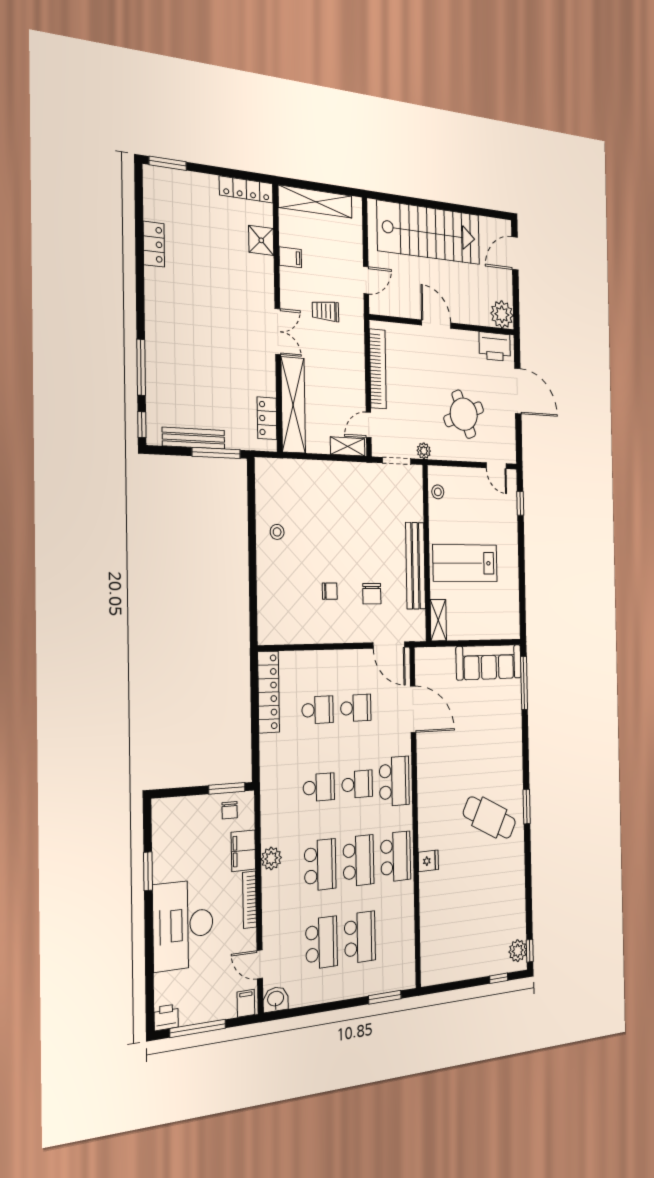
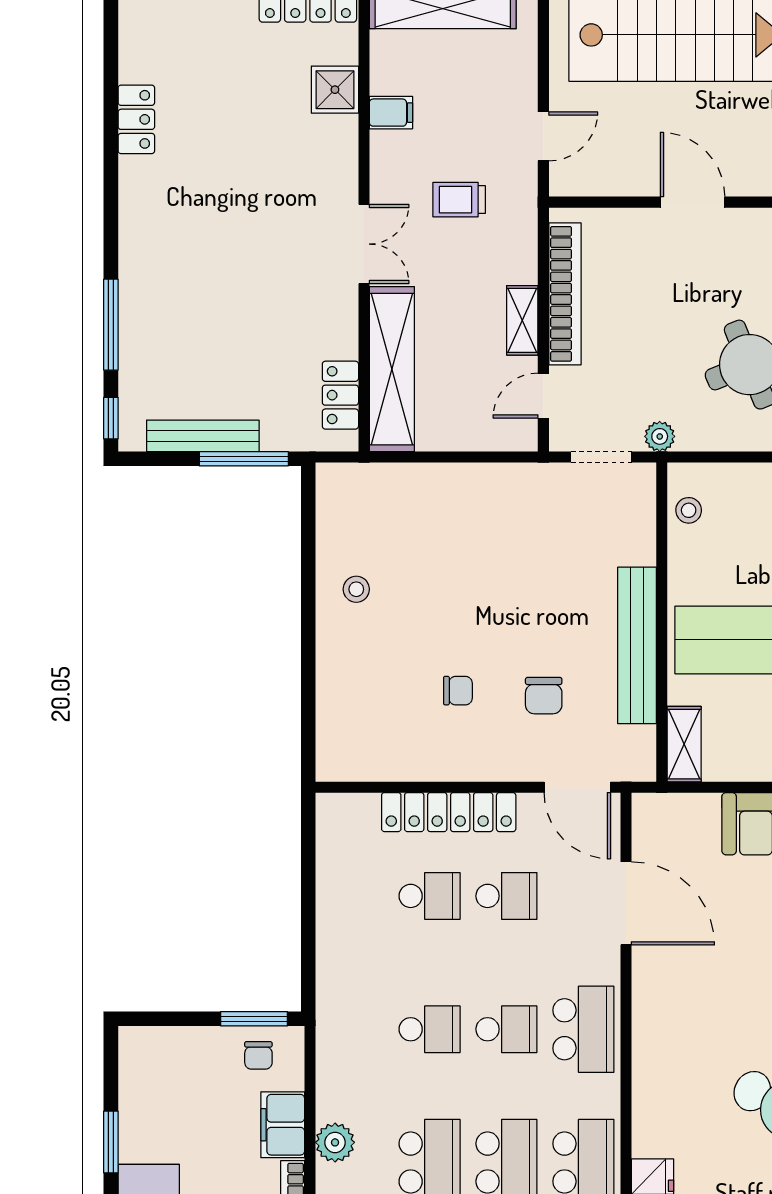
shelving: (348, 446) -> (522, 320), moved, turned 90
locker: (269, 692) -> (449, 812), moved, turned 90

